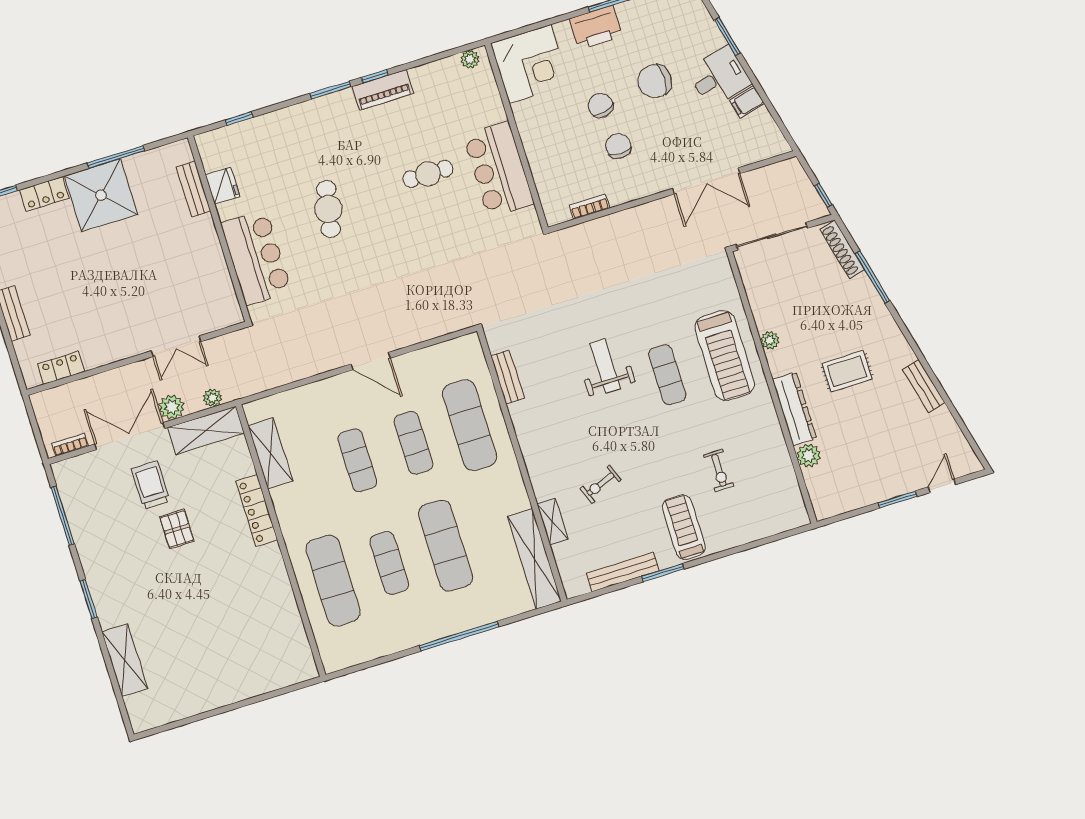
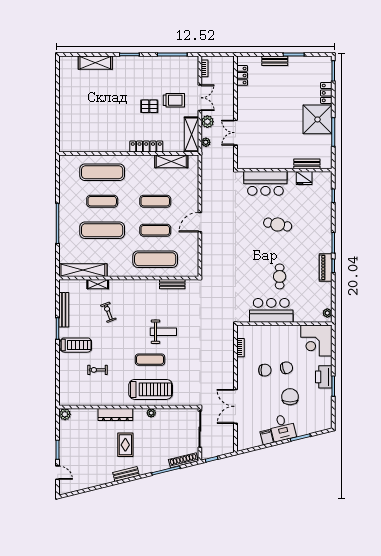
treadmill: (725, 356) -> (151, 389), turned 180
bench: (924, 386) -> (126, 474), moved
double door: (130, 436) -> (200, 98), width x0.73
plant: (809, 456) -> (65, 414), moved

